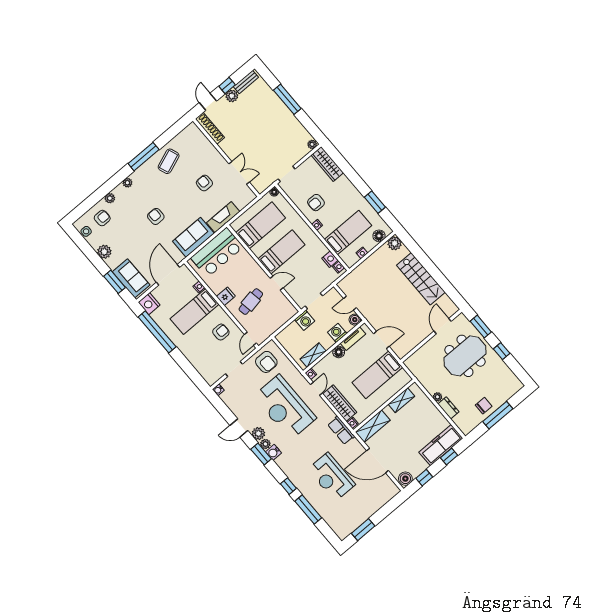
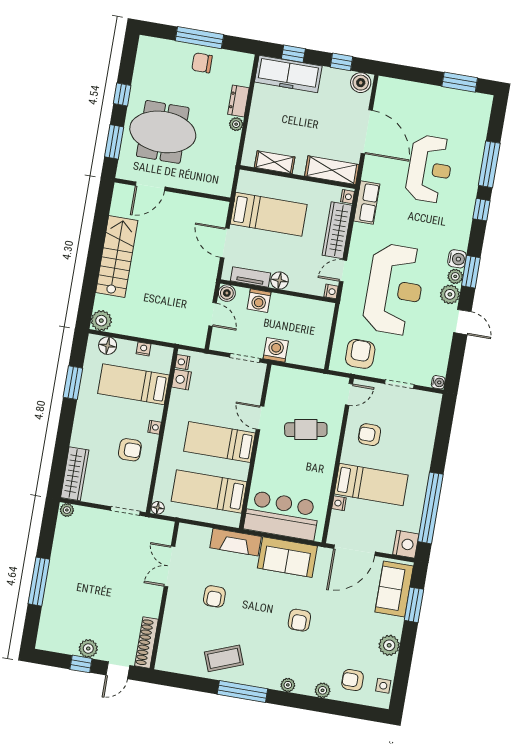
bench: (246, 82) -> (59, 646), removed
fridge: (226, 296) -> (324, 463), removed
shelving: (313, 355) -> (308, 307), removed

